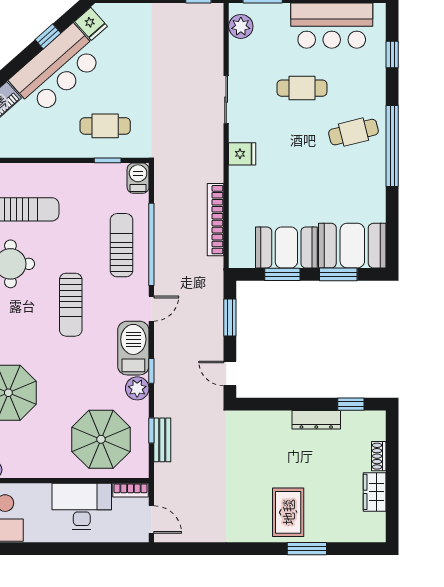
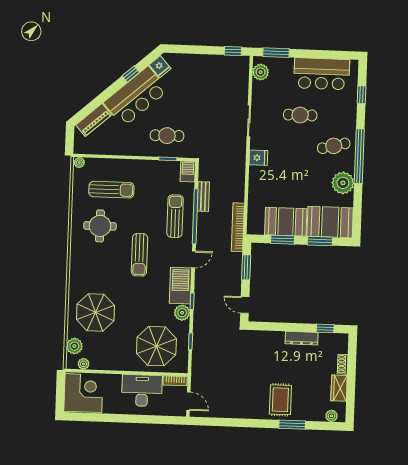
plant: (369, 187) -> (343, 183), added
bookcase: (215, 220) -> (238, 227), moved
bench: (162, 440) -> (203, 197), moved
plant: (365, 534) -> (332, 416), added

